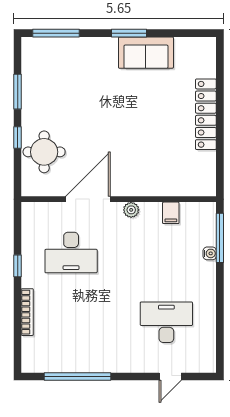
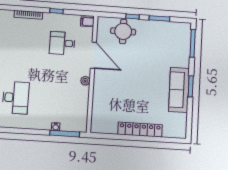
sofa: (146, 53) -> (179, 90), width x1.36
filing cabinet: (171, 213) -> (87, 22), moved
desk: (71, 252) -> (62, 43), width x0.73

